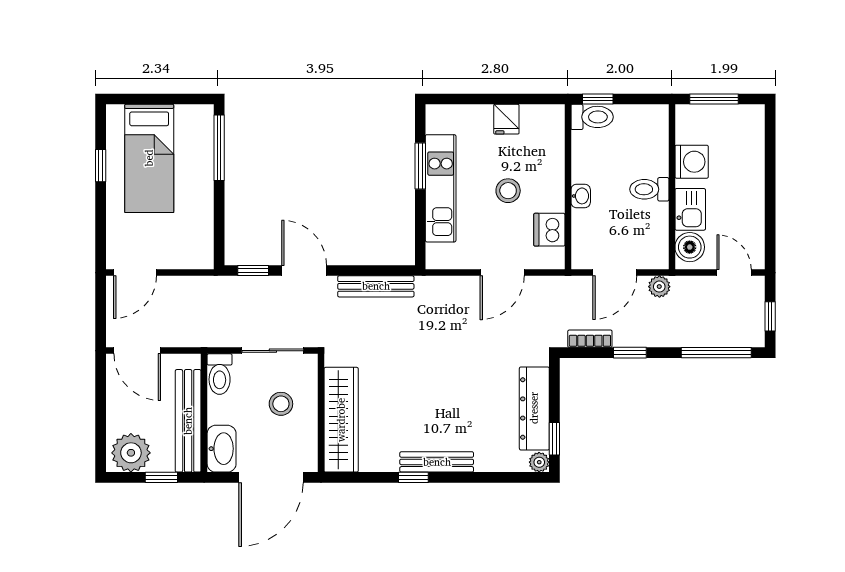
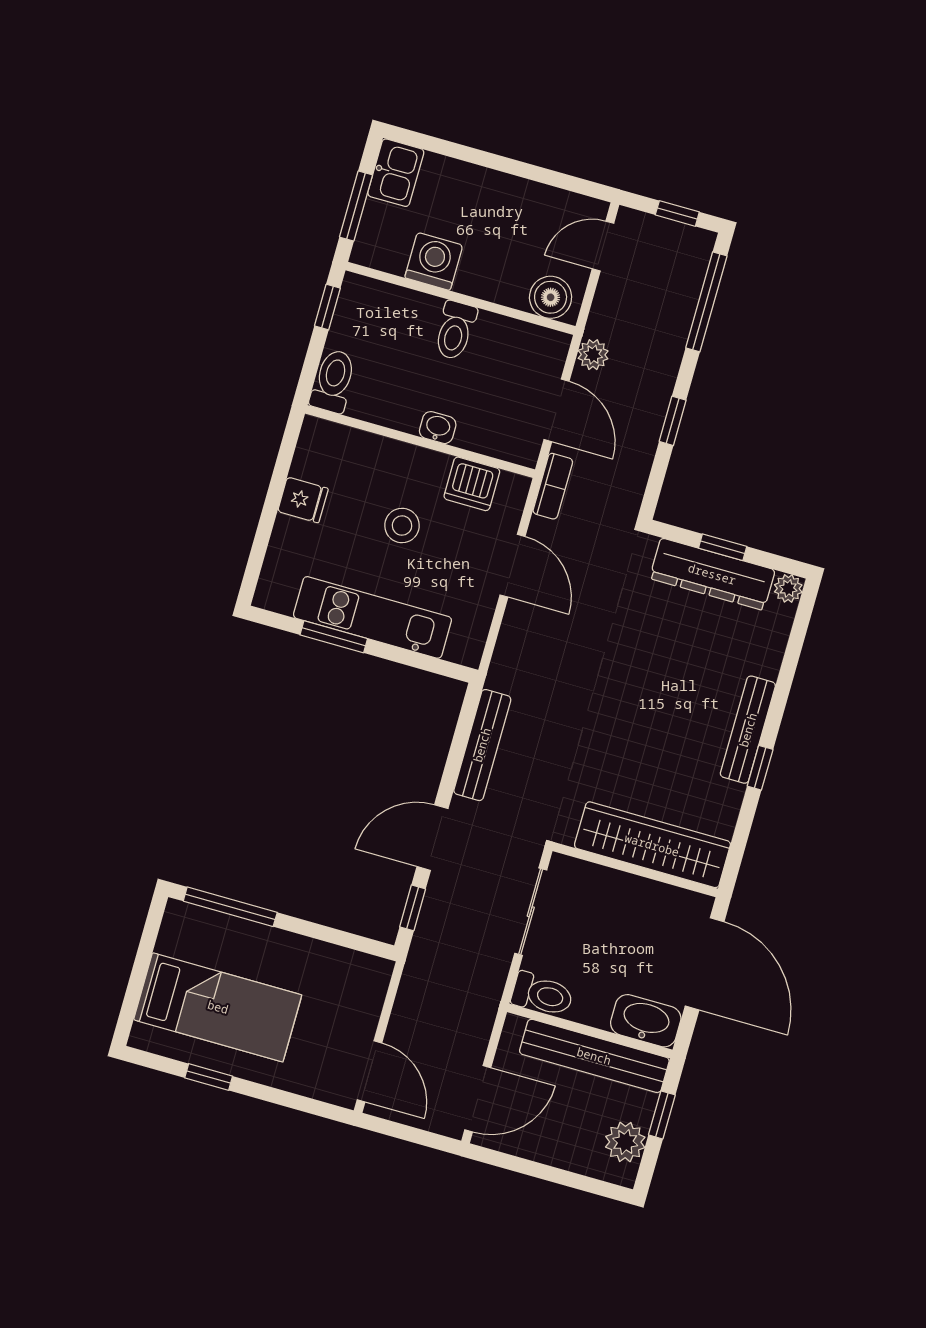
window: (598, 99) -> (327, 307), moved
kitchen sink: (690, 209) -> (396, 173), moved, turned 90
bookcase: (590, 339) -> (553, 486), moved, turned 180
stool: (281, 404) -> (607, 921), removed
window: (554, 439) -> (723, 547), moved
plant: (131, 453) -> (625, 1142), width x0.73, depth x0.73

